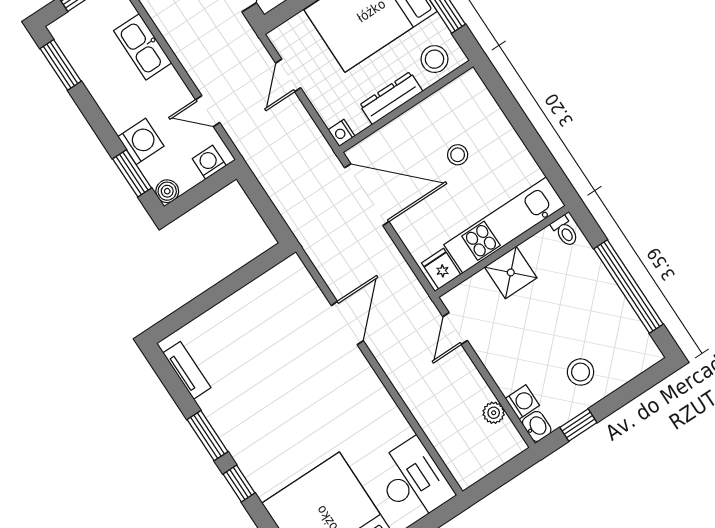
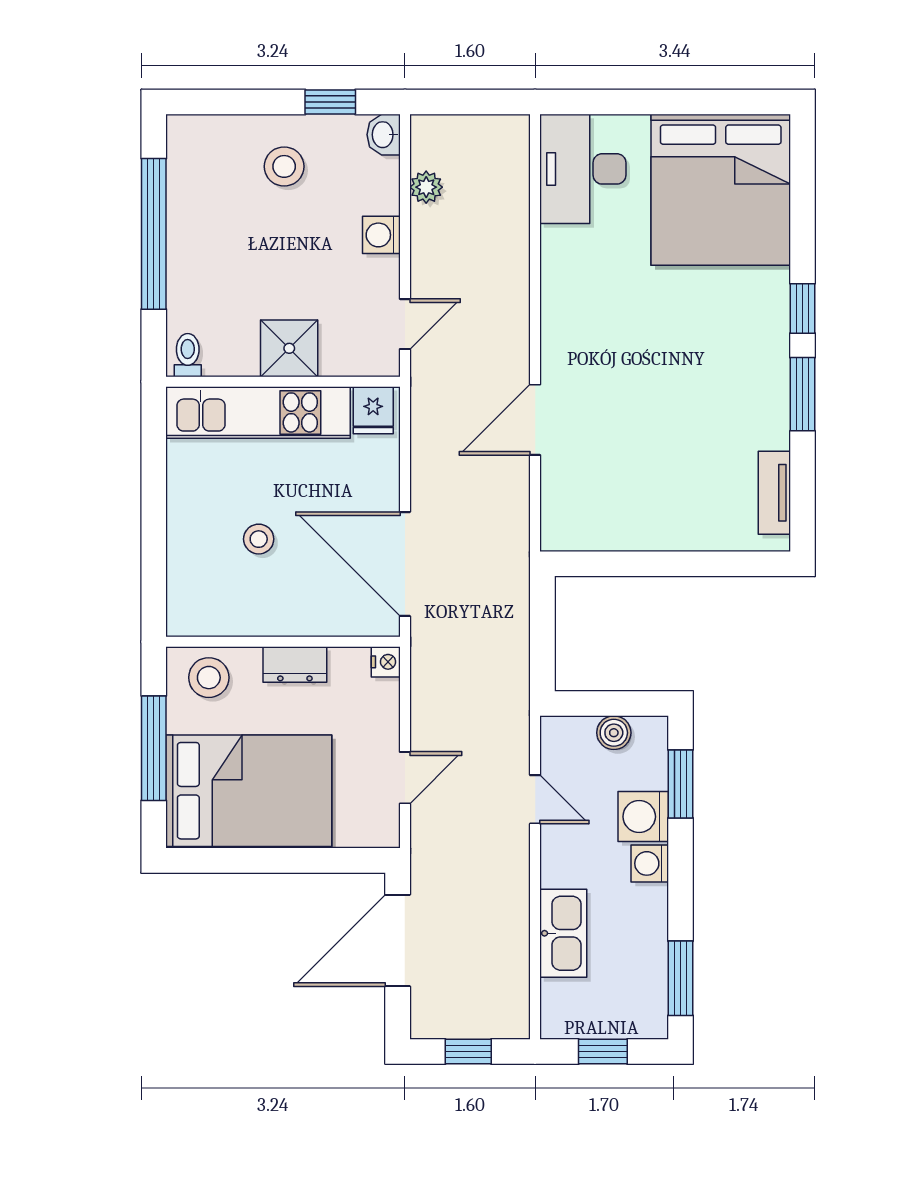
dresser: (391, 98) -> (295, 664), width x0.70
washing machine: (209, 162) -> (650, 863), moved, turned 90
boiler: (167, 191) -> (614, 733), moved
washing machine: (522, 402) -> (381, 235), moved

